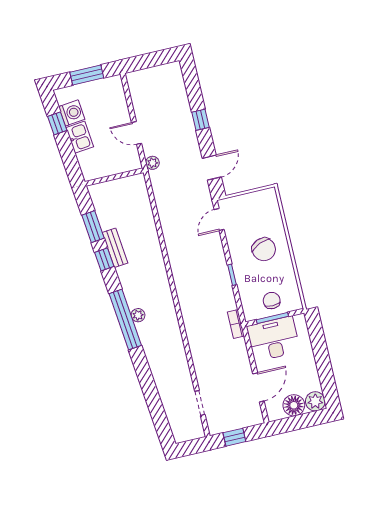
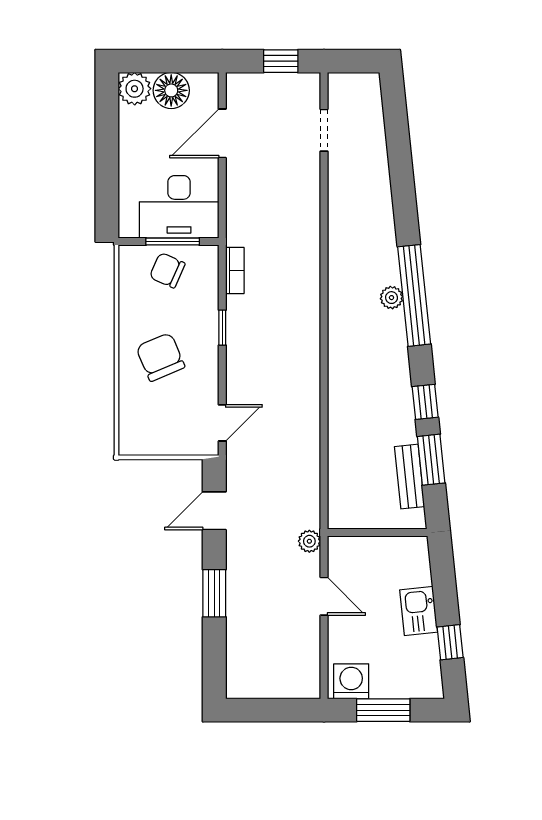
washing machine: (72, 113) -> (351, 681), moved, turned 96
window: (200, 120) -> (214, 593), width x1.50
bench: (115, 248) -> (409, 477), moved
chair: (272, 301) -> (167, 270), turned 114
bookcase: (236, 324) -> (235, 271), moved

